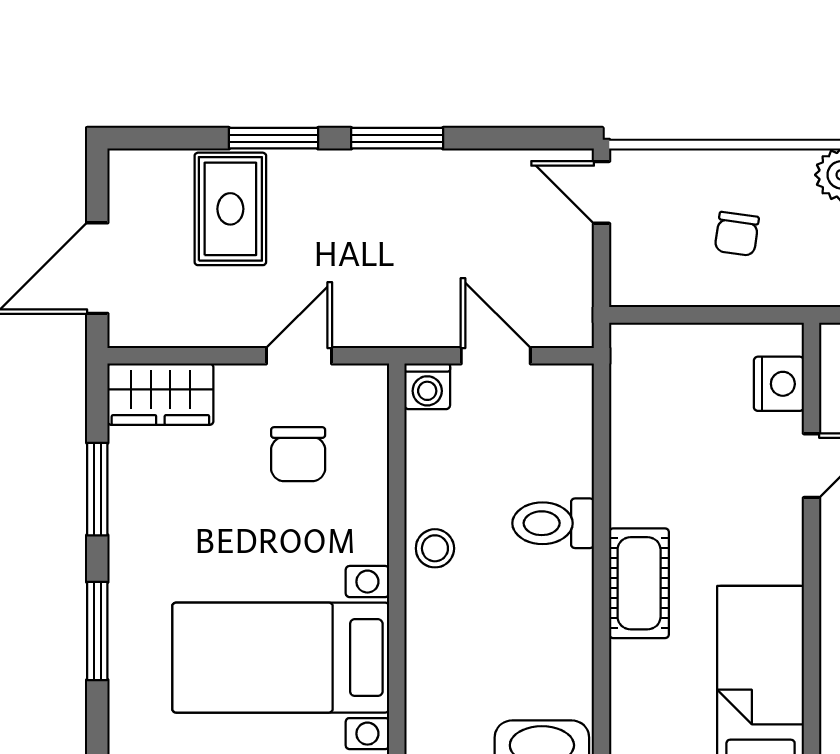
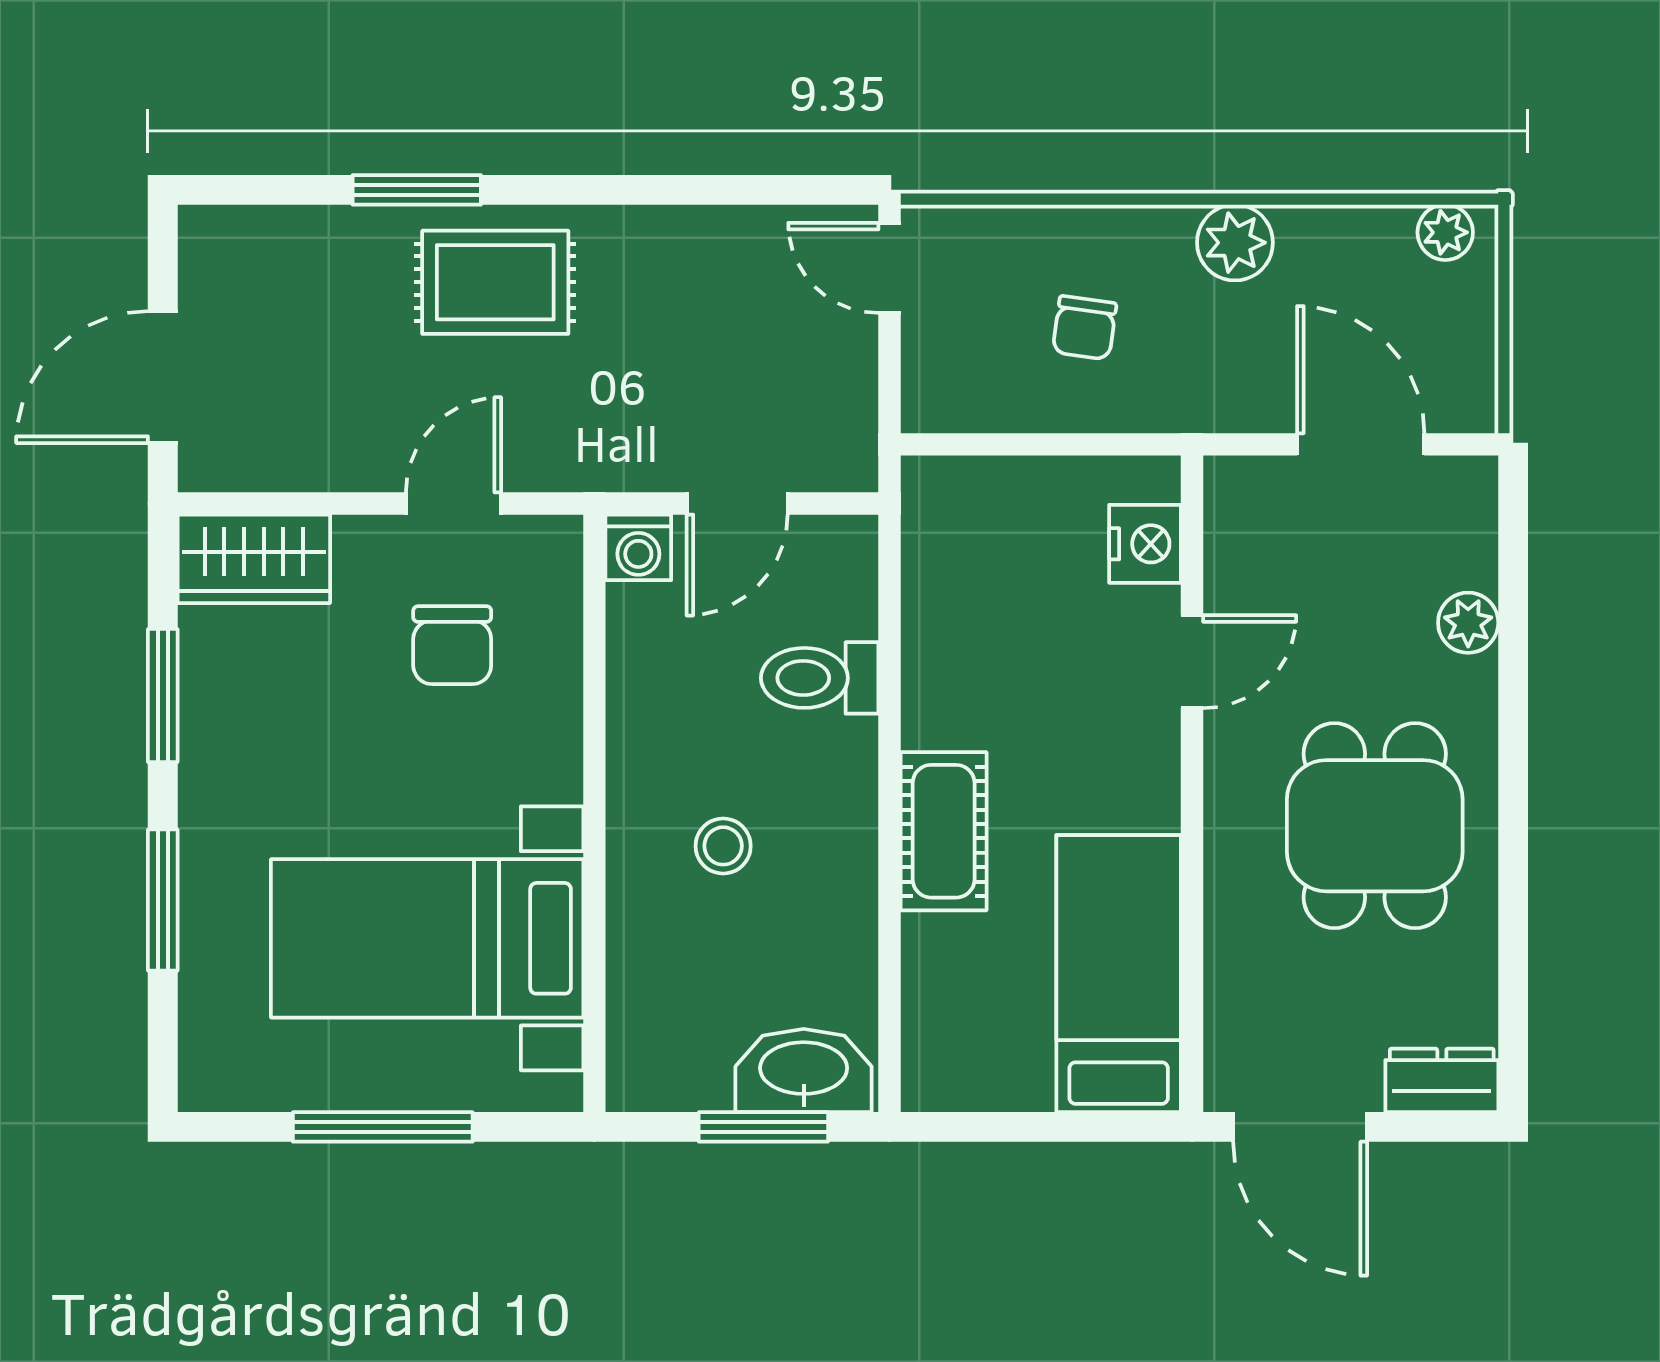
window: (397, 138) -> (595, 190), removed
rug: (230, 209) -> (495, 282), moved, turned 90
door: (496, 356) -> (737, 503), swing flipped
toilet: (553, 523) -> (820, 678), moved
stool: (435, 548) -> (723, 846), moved

